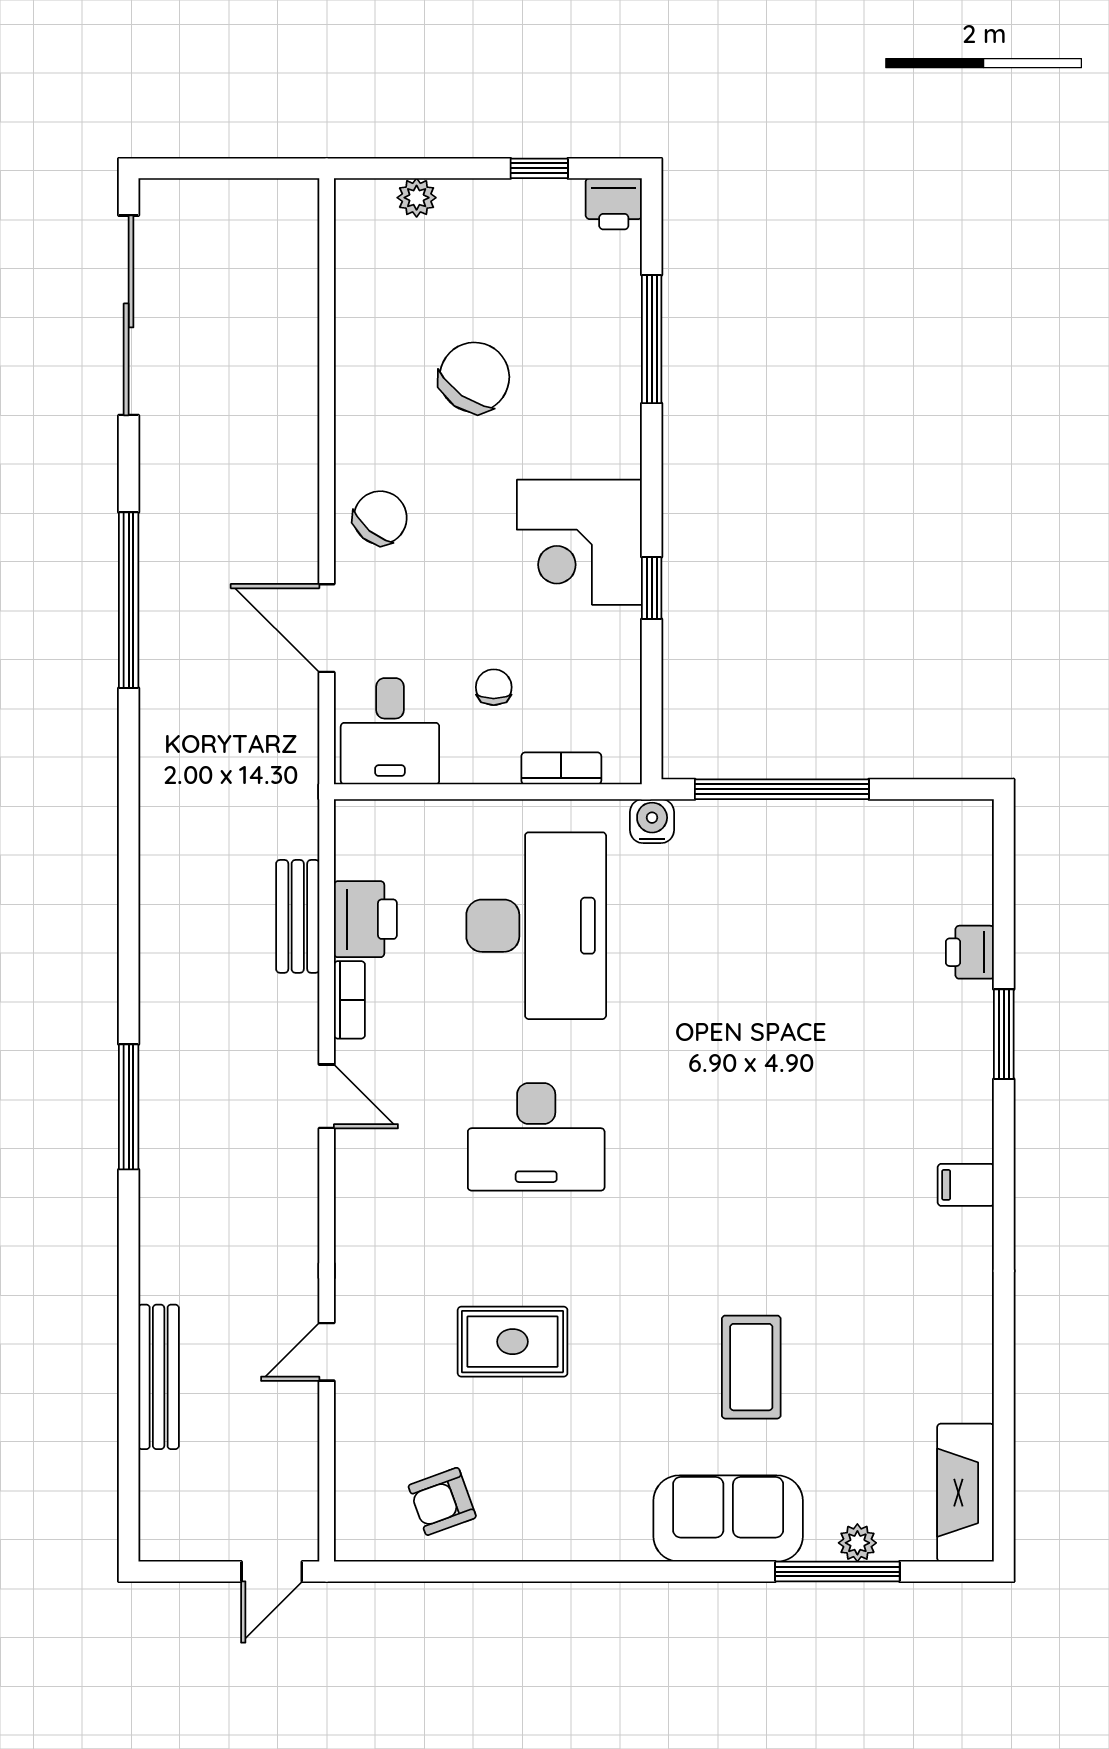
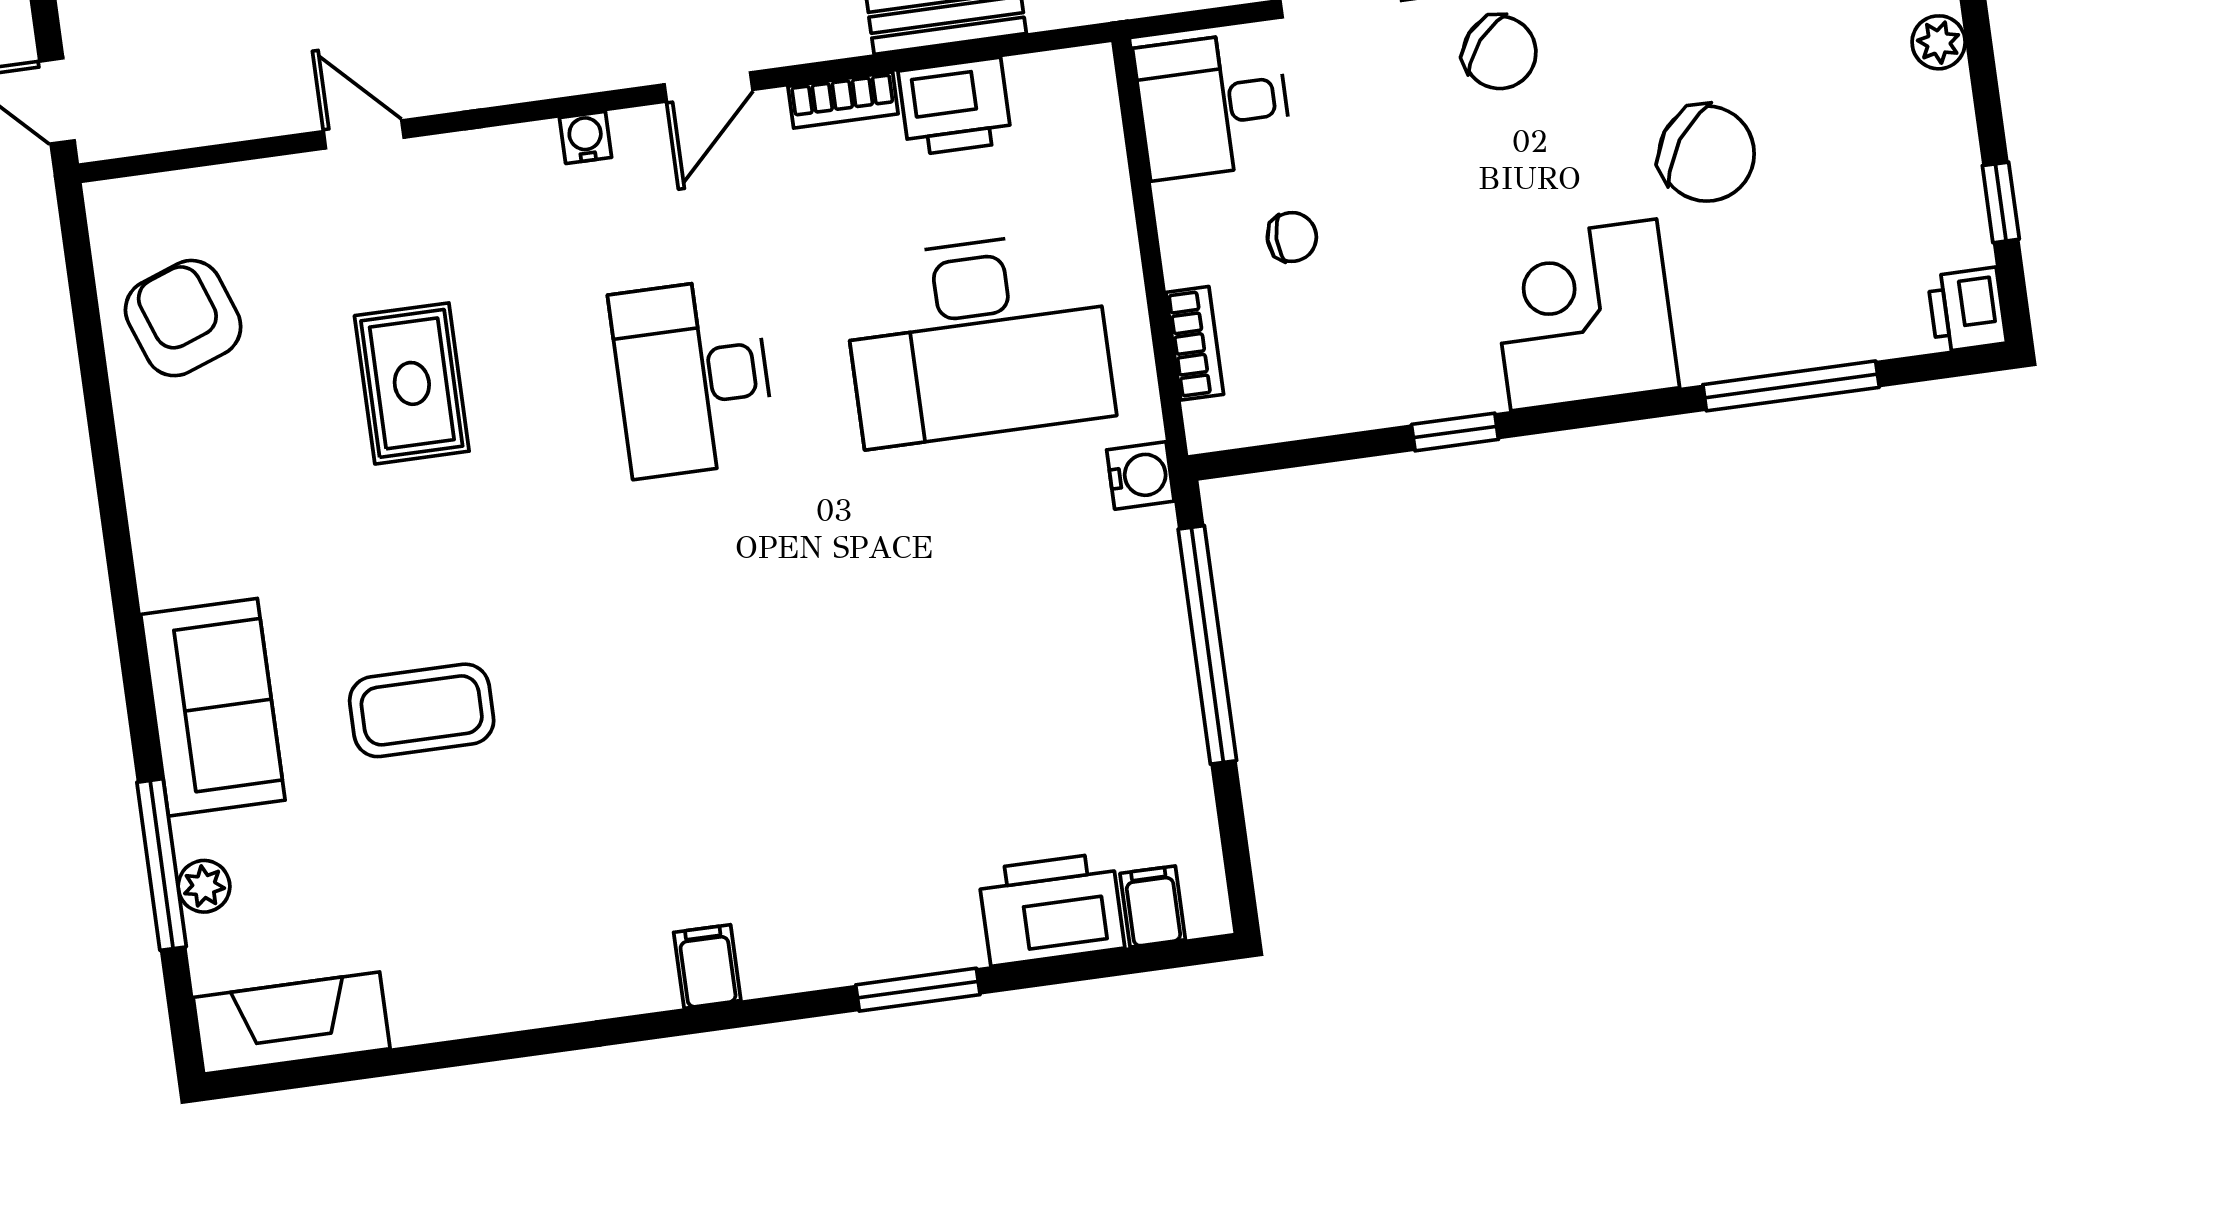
corner desk: (579, 542) -> (1584, 315), moved
filing cabinet: (967, 855) -> (1153, 907), added
printer: (970, 952) -> (1051, 909), width x1.87, depth x1.48
water cooler: (351, 1191) -> (586, 137), added
armchair: (442, 1501) -> (183, 318), width x1.38, depth x1.38

